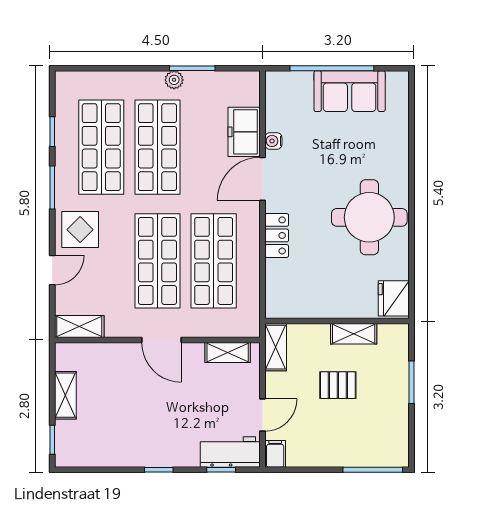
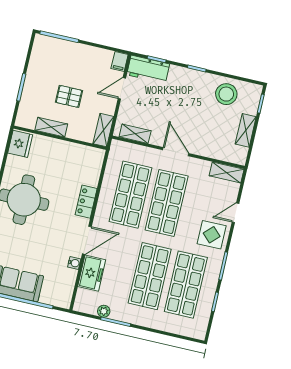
plant: (174, 80) -> (104, 311), moved
stool: (106, 442) -> (226, 94), added

